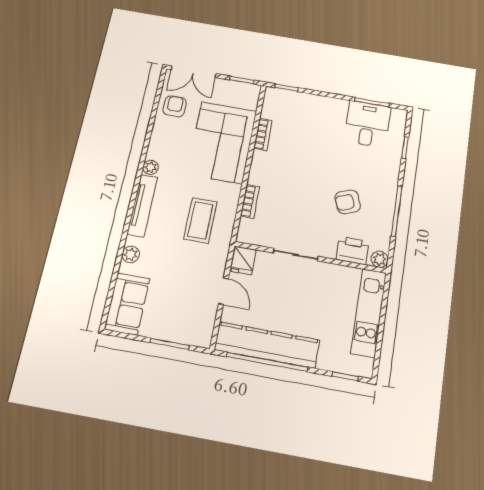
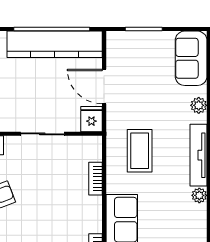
door: (223, 291) -> (104, 86), width x1.38

